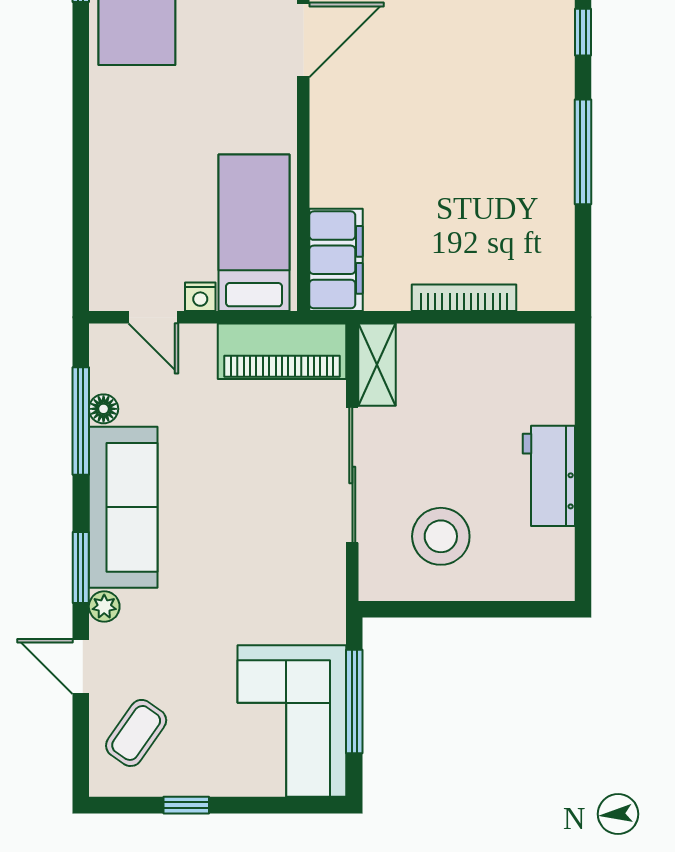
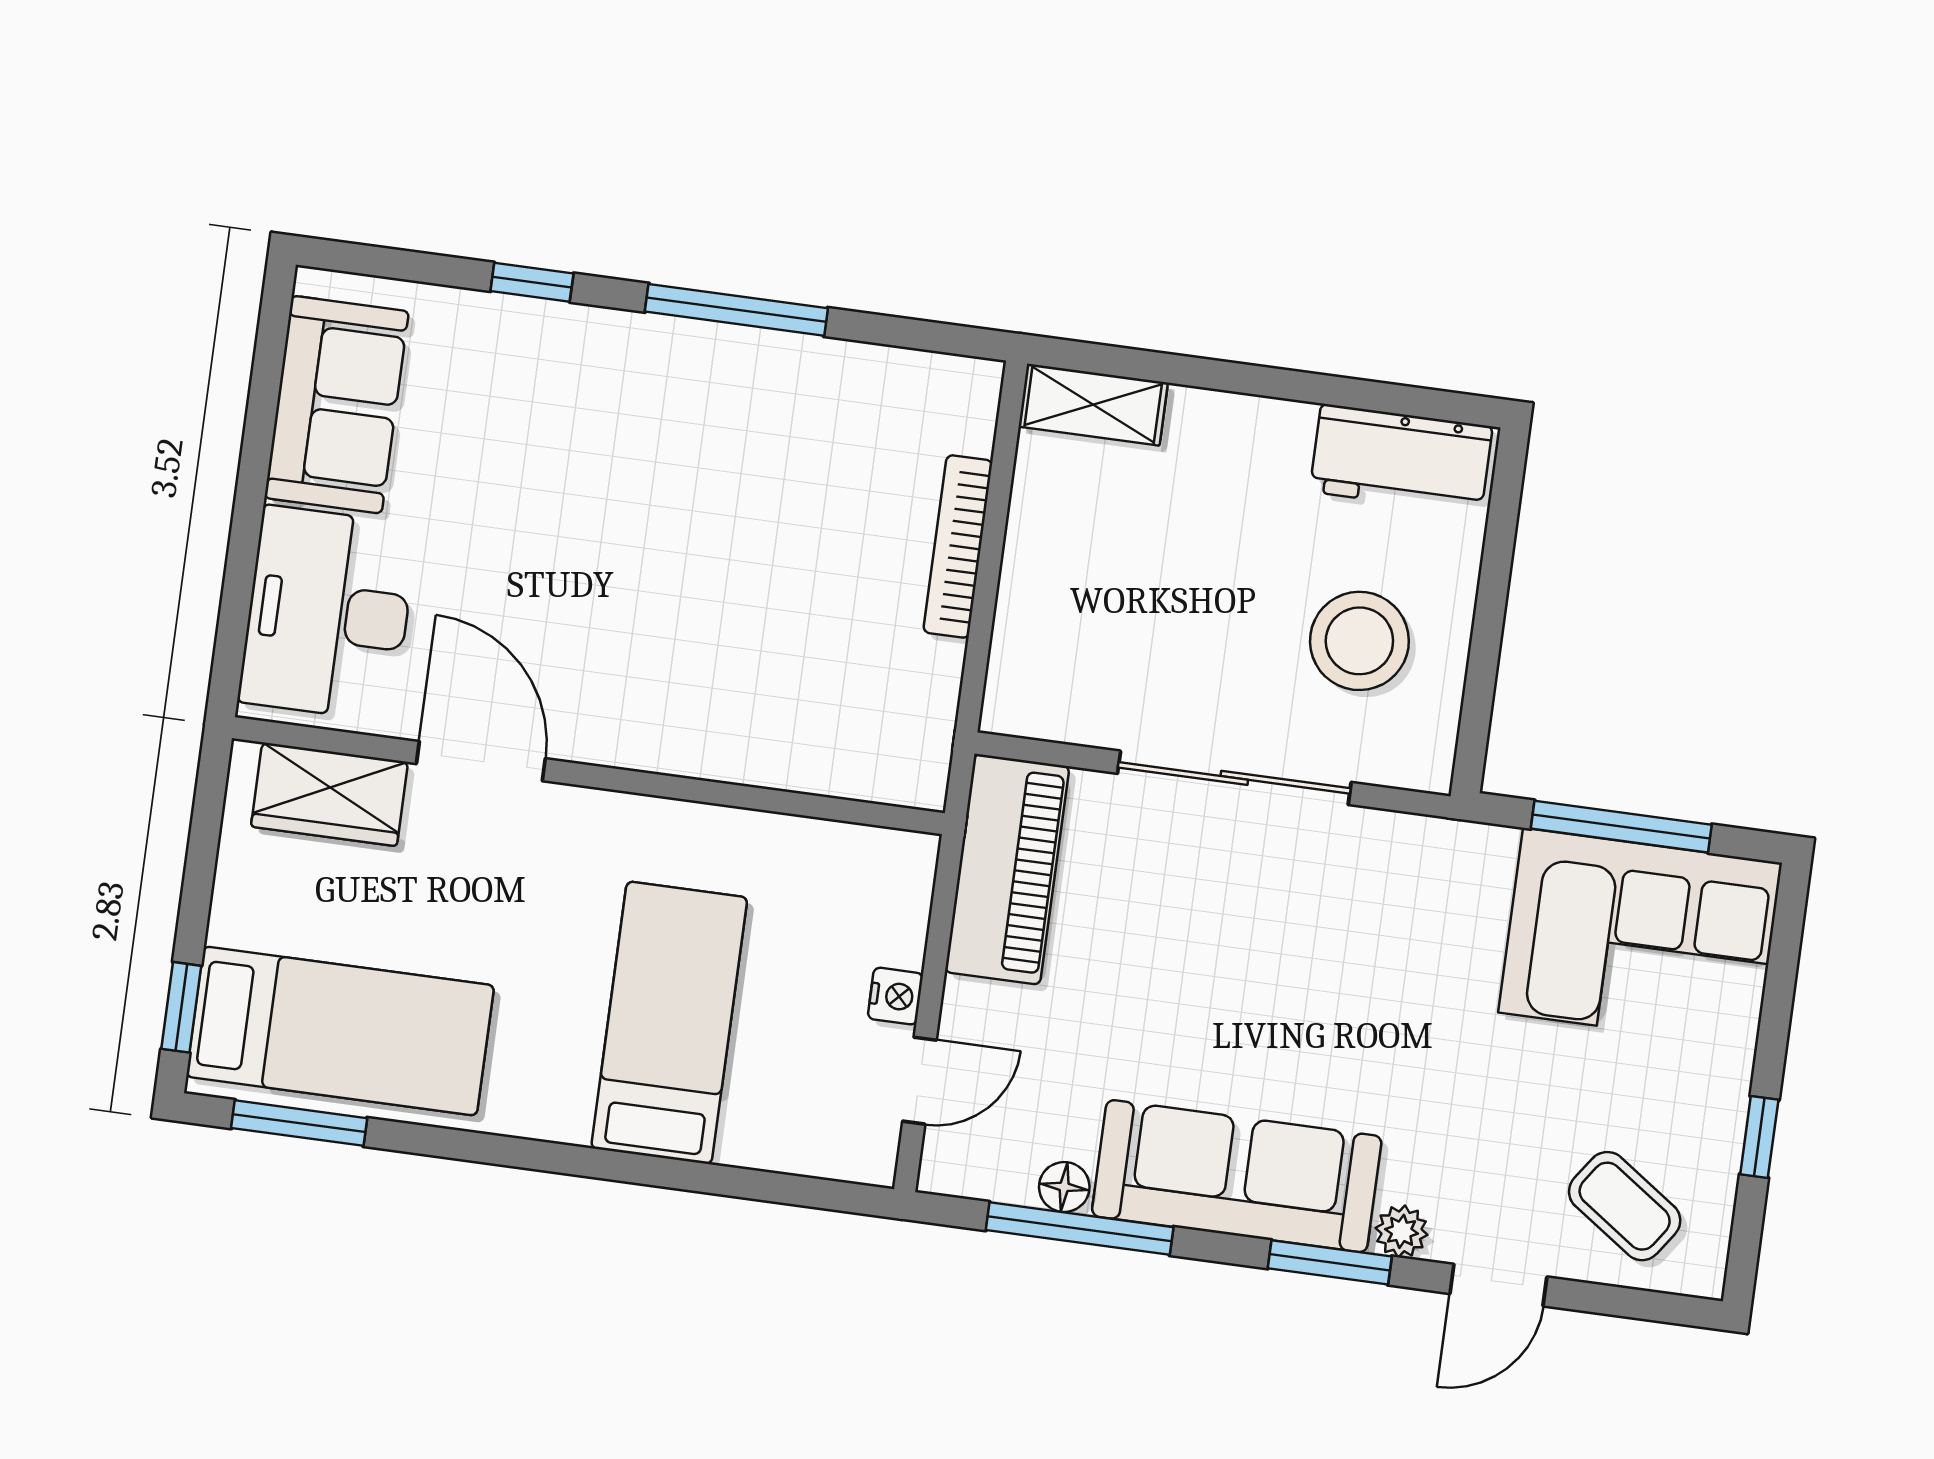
bed: (254, 233) -> (669, 1023), moved, turned 90
filing cabinet: (336, 260) -> (864, 756), removed
shelving: (377, 365) -> (1093, 405), moved
workbench: (549, 476) -> (1401, 459), moved

